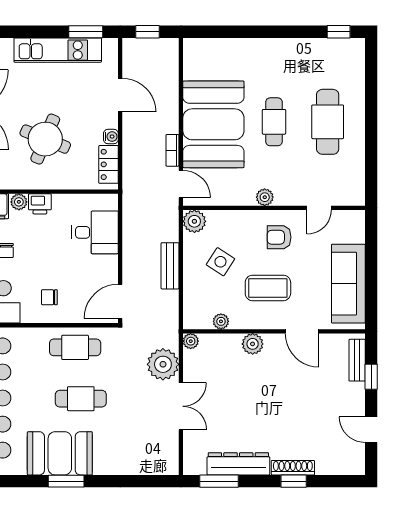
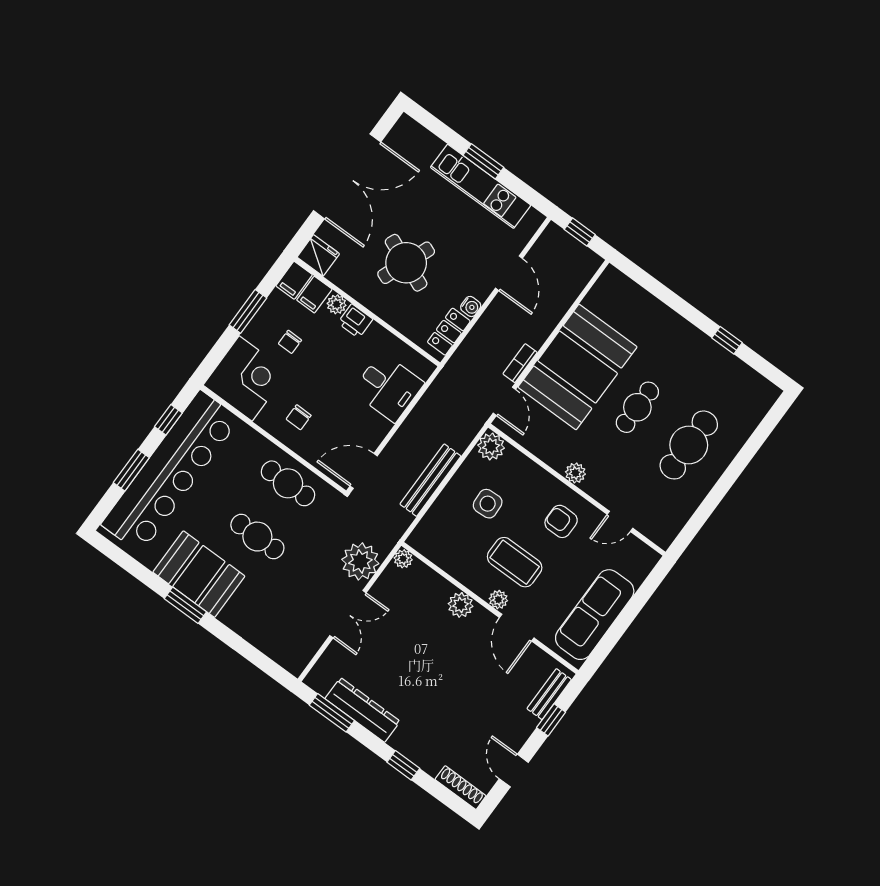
window: (86, 32) -> (483, 161), moved
window: (339, 32) -> (727, 340), moved
side table: (220, 262) -> (488, 504), turned -37
bench: (170, 266) -> (430, 480), width x1.36
chair: (49, 297) -> (299, 417), turned -90
plant: (221, 321) -> (498, 600), moved
shoe rack: (293, 468) -> (461, 788), moved

